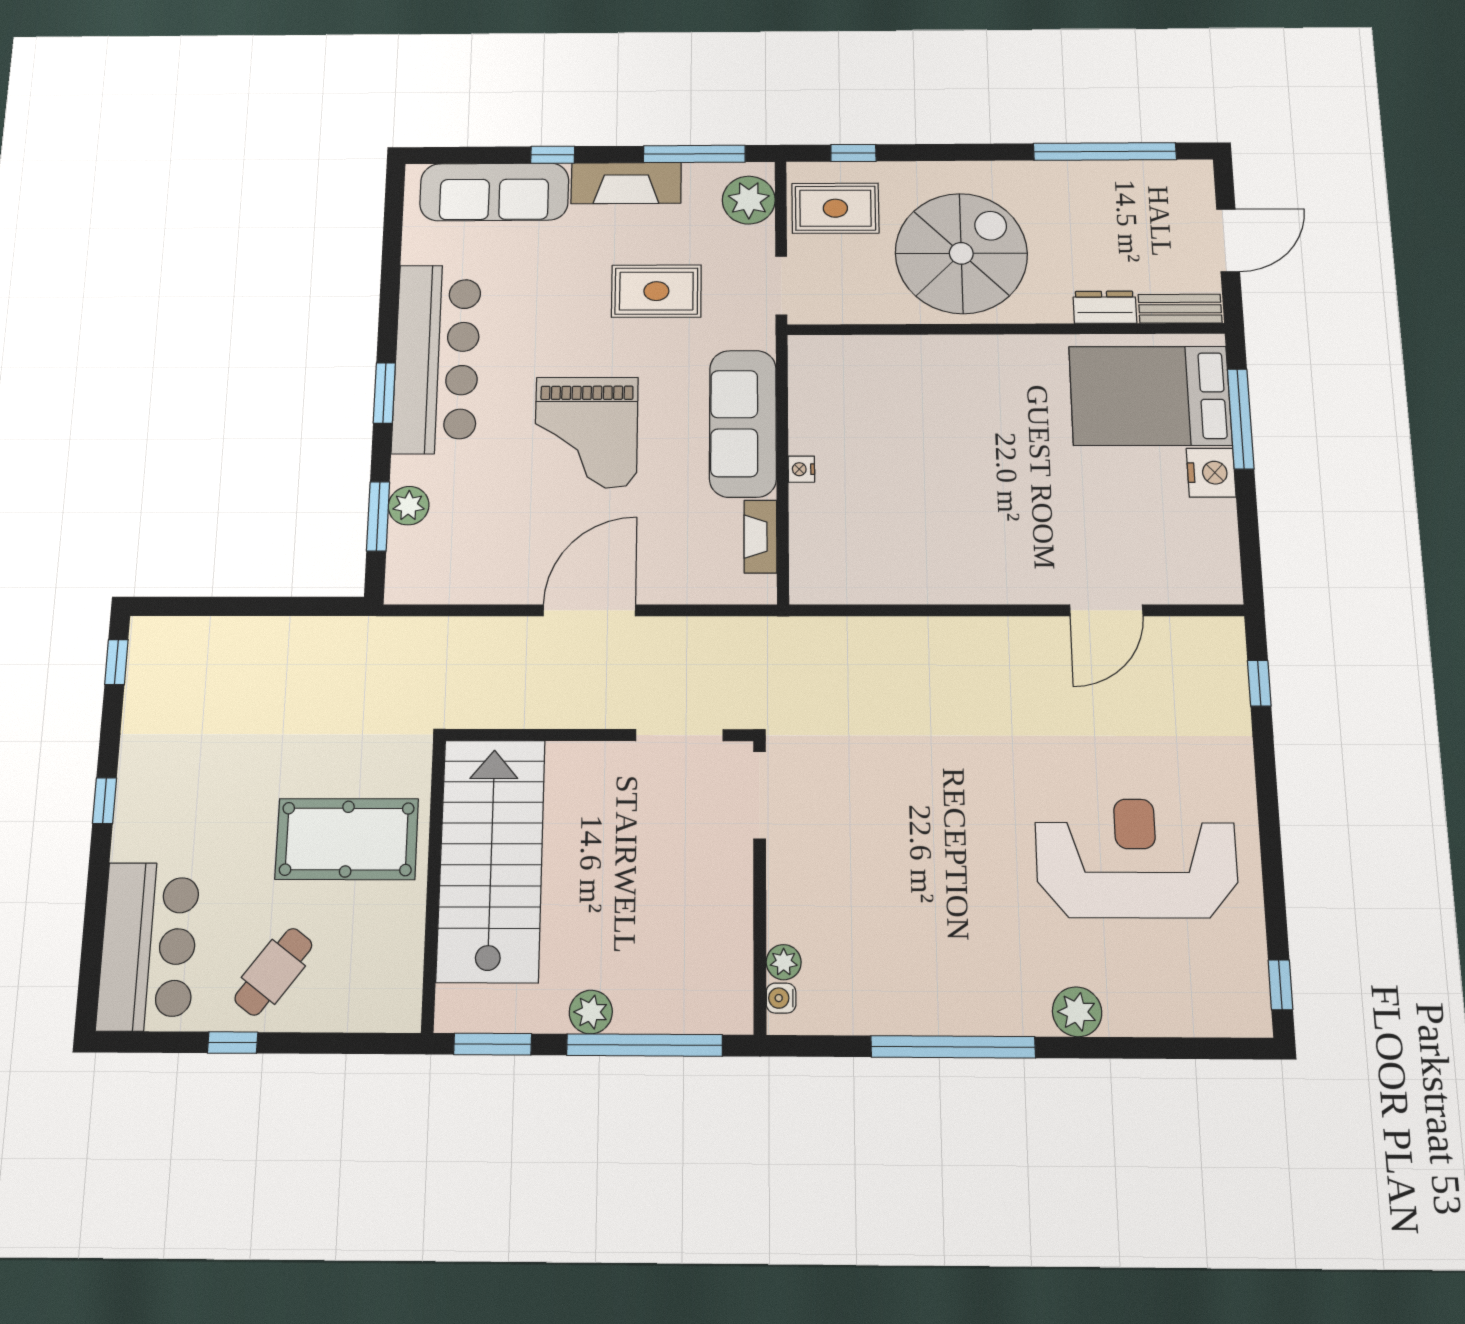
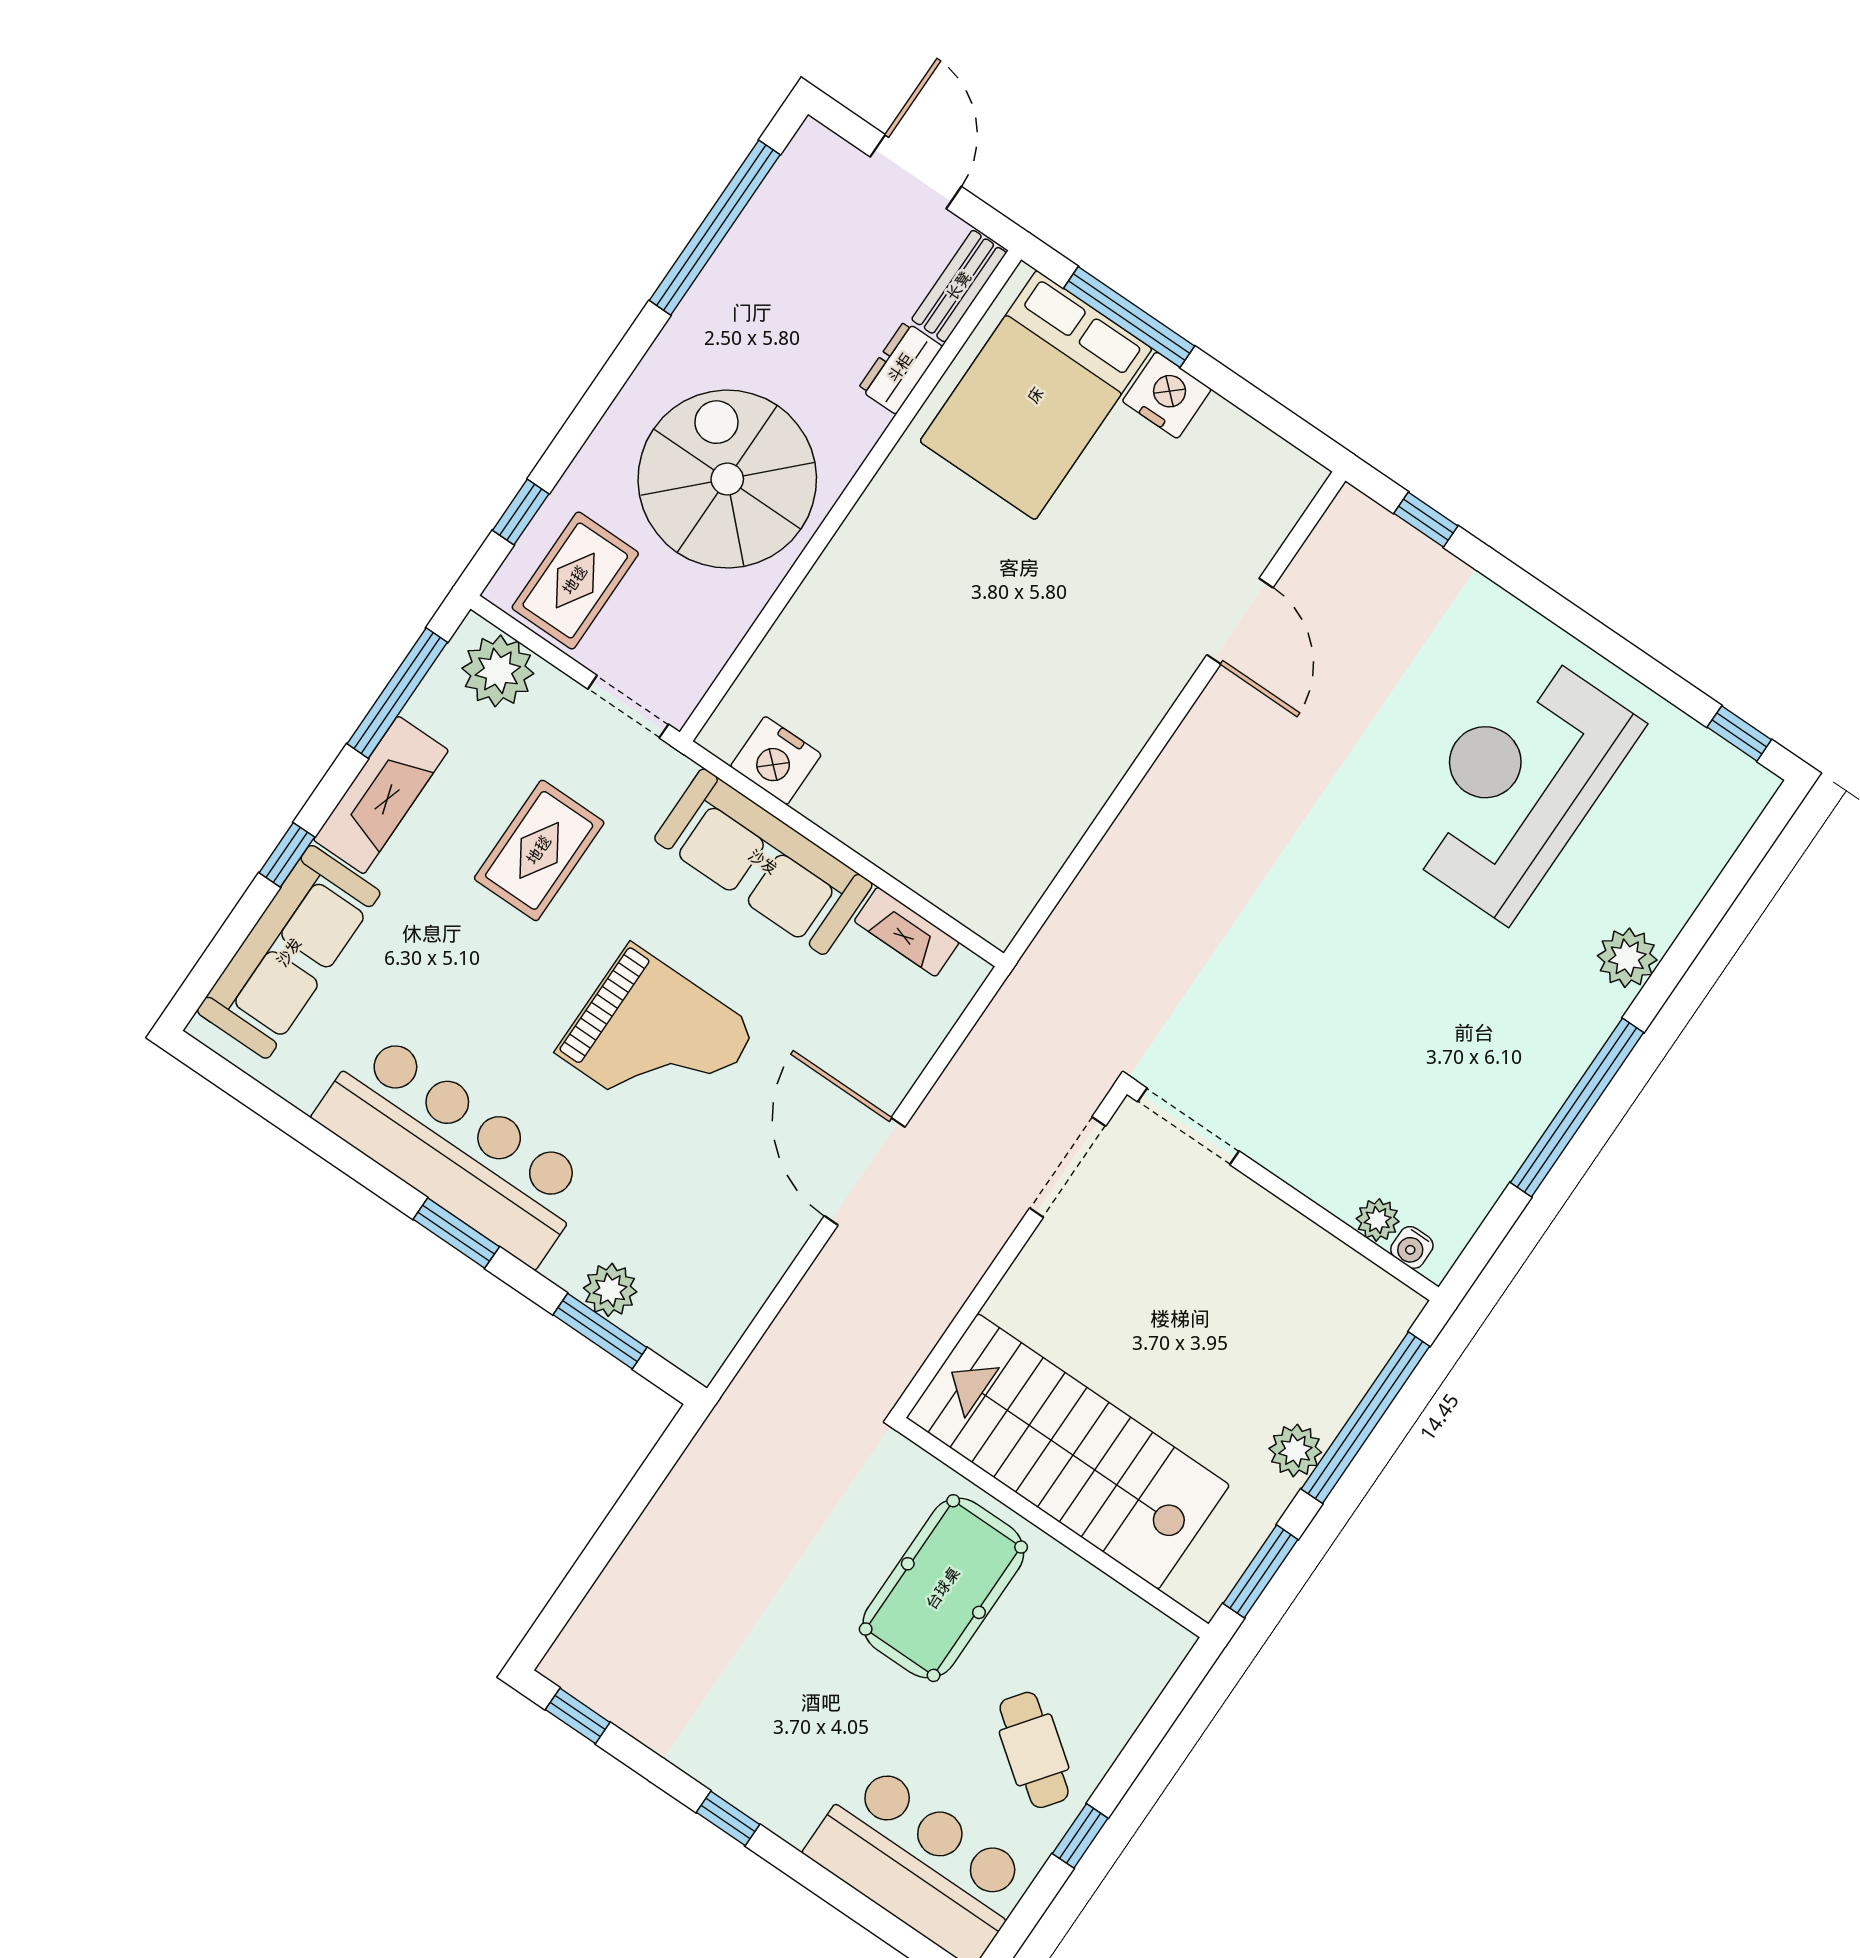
nightstand: (801, 469) -> (776, 760), moved, width x1.89, depth x1.79

